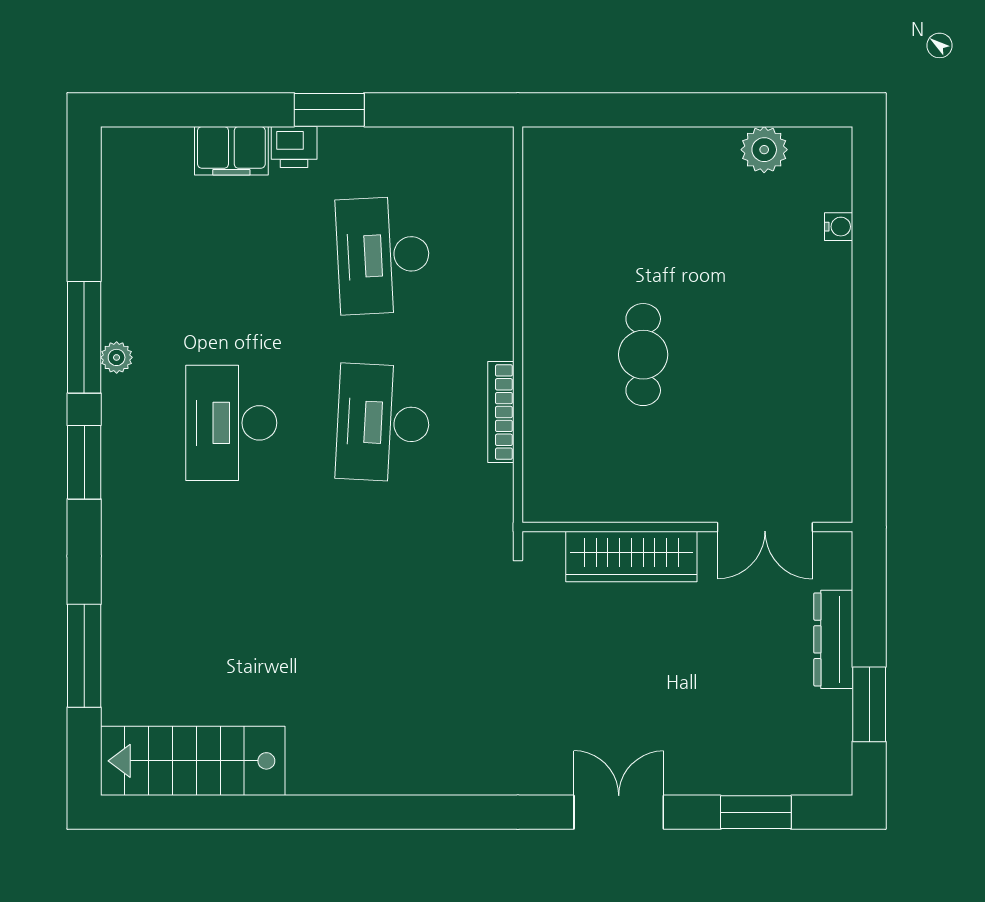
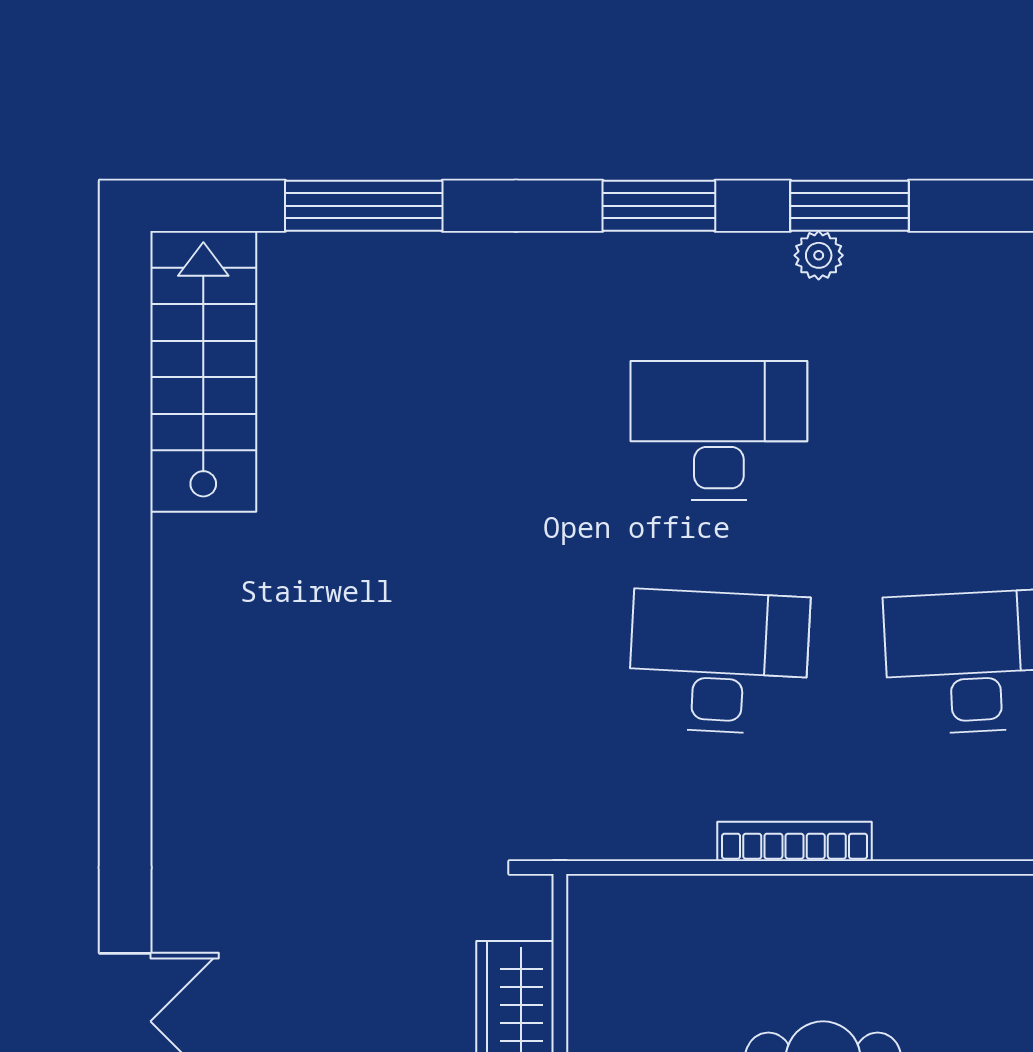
window: (84, 337) -> (849, 206), width x0.69
bookcase: (501, 412) -> (795, 841), moved

